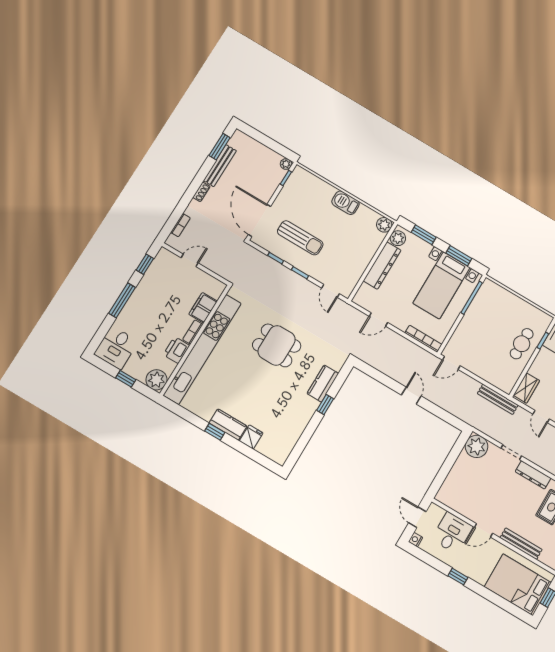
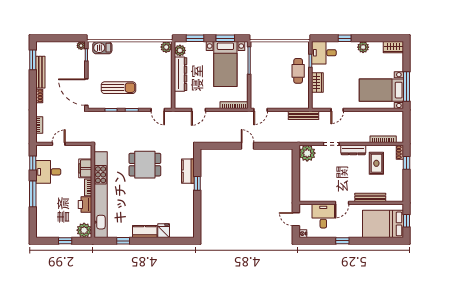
barbecue: (346, 203) -> (102, 48), moved
desk: (116, 348) -> (48, 172), moved, turned 90
wardrobe: (526, 388) -> (317, 83), moved
door: (541, 416) -> (337, 110), hinge flipped
window: (215, 432) -> (123, 241), moved

